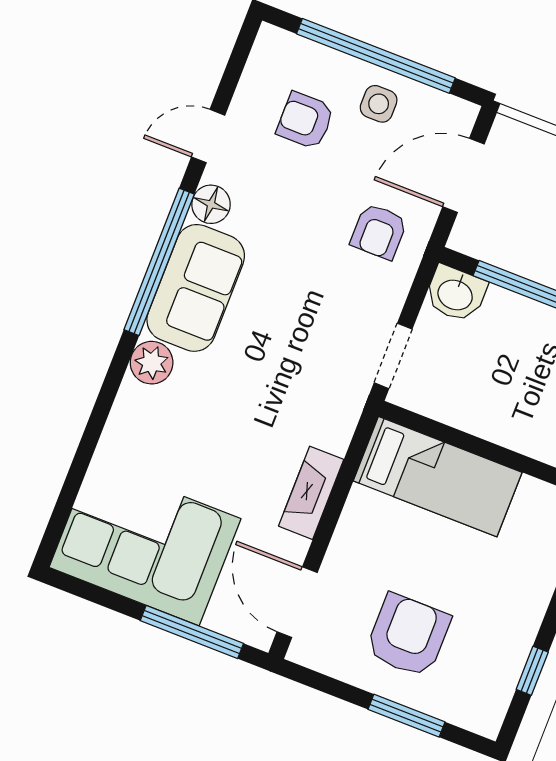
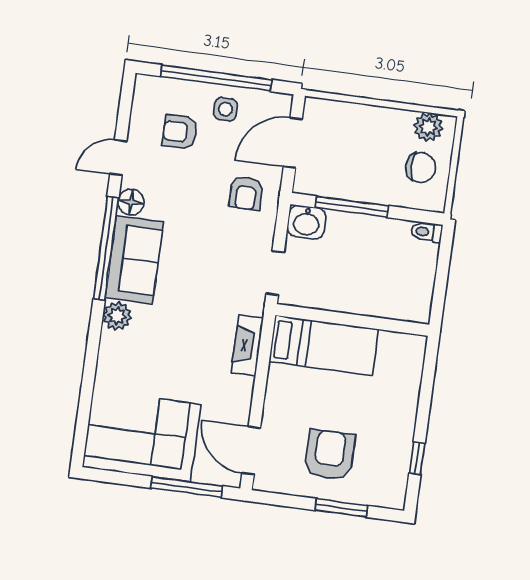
fireplace: (311, 493) -> (247, 345), moved

